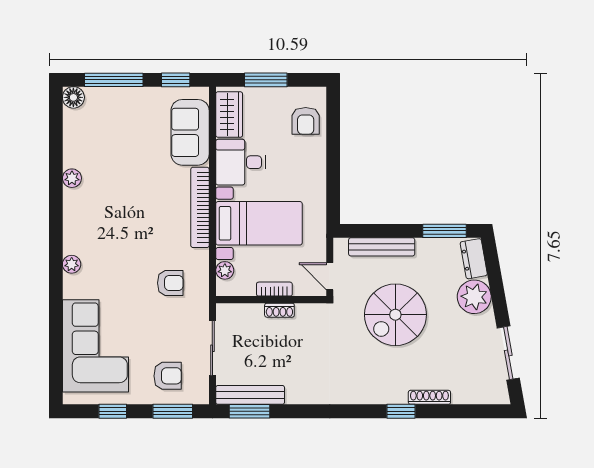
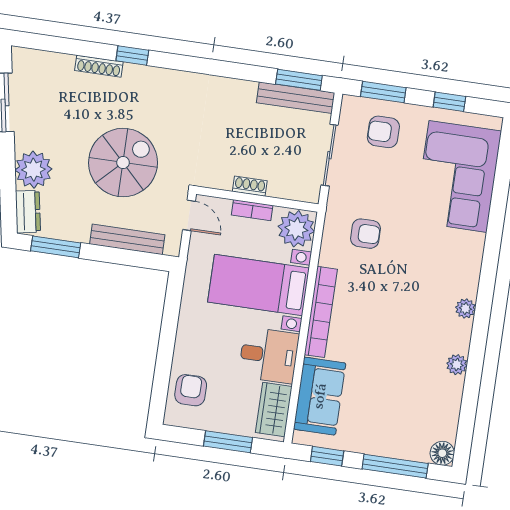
plant: (72, 264) -> (465, 308), moved
plant: (225, 270) -> (296, 229), width x1.87, depth x1.87
armchair: (170, 283) -> (366, 234), turned 180

